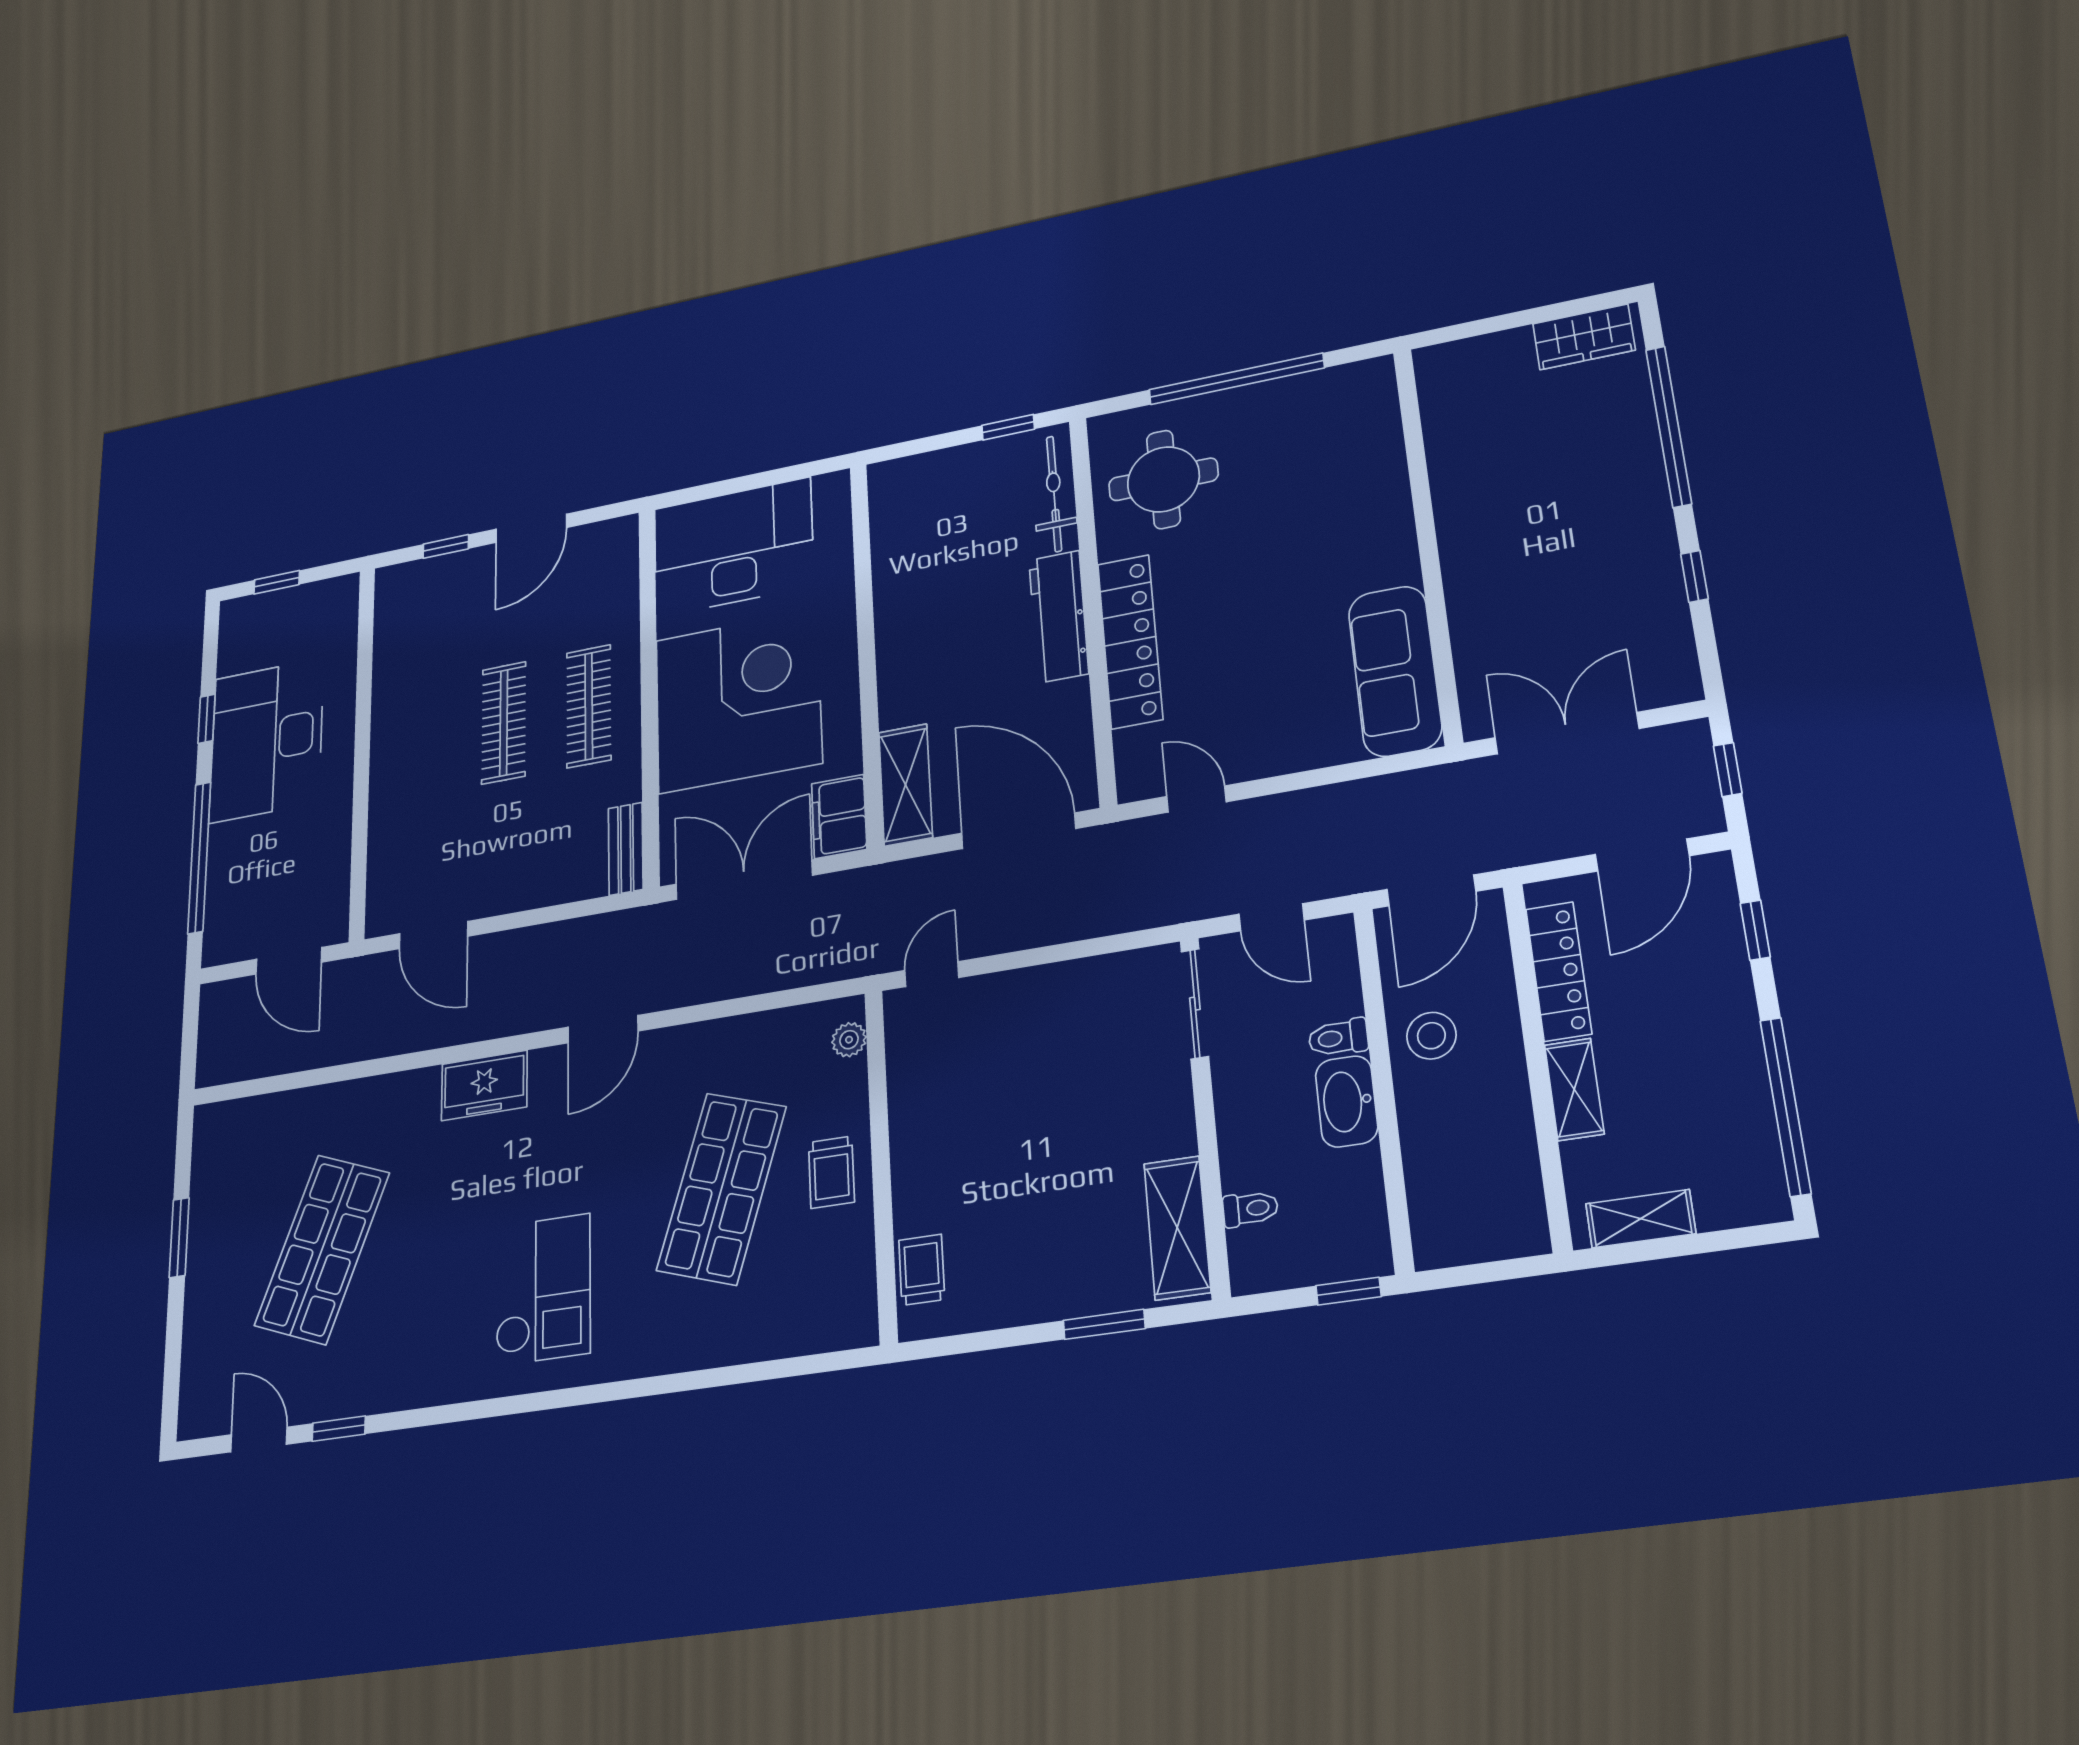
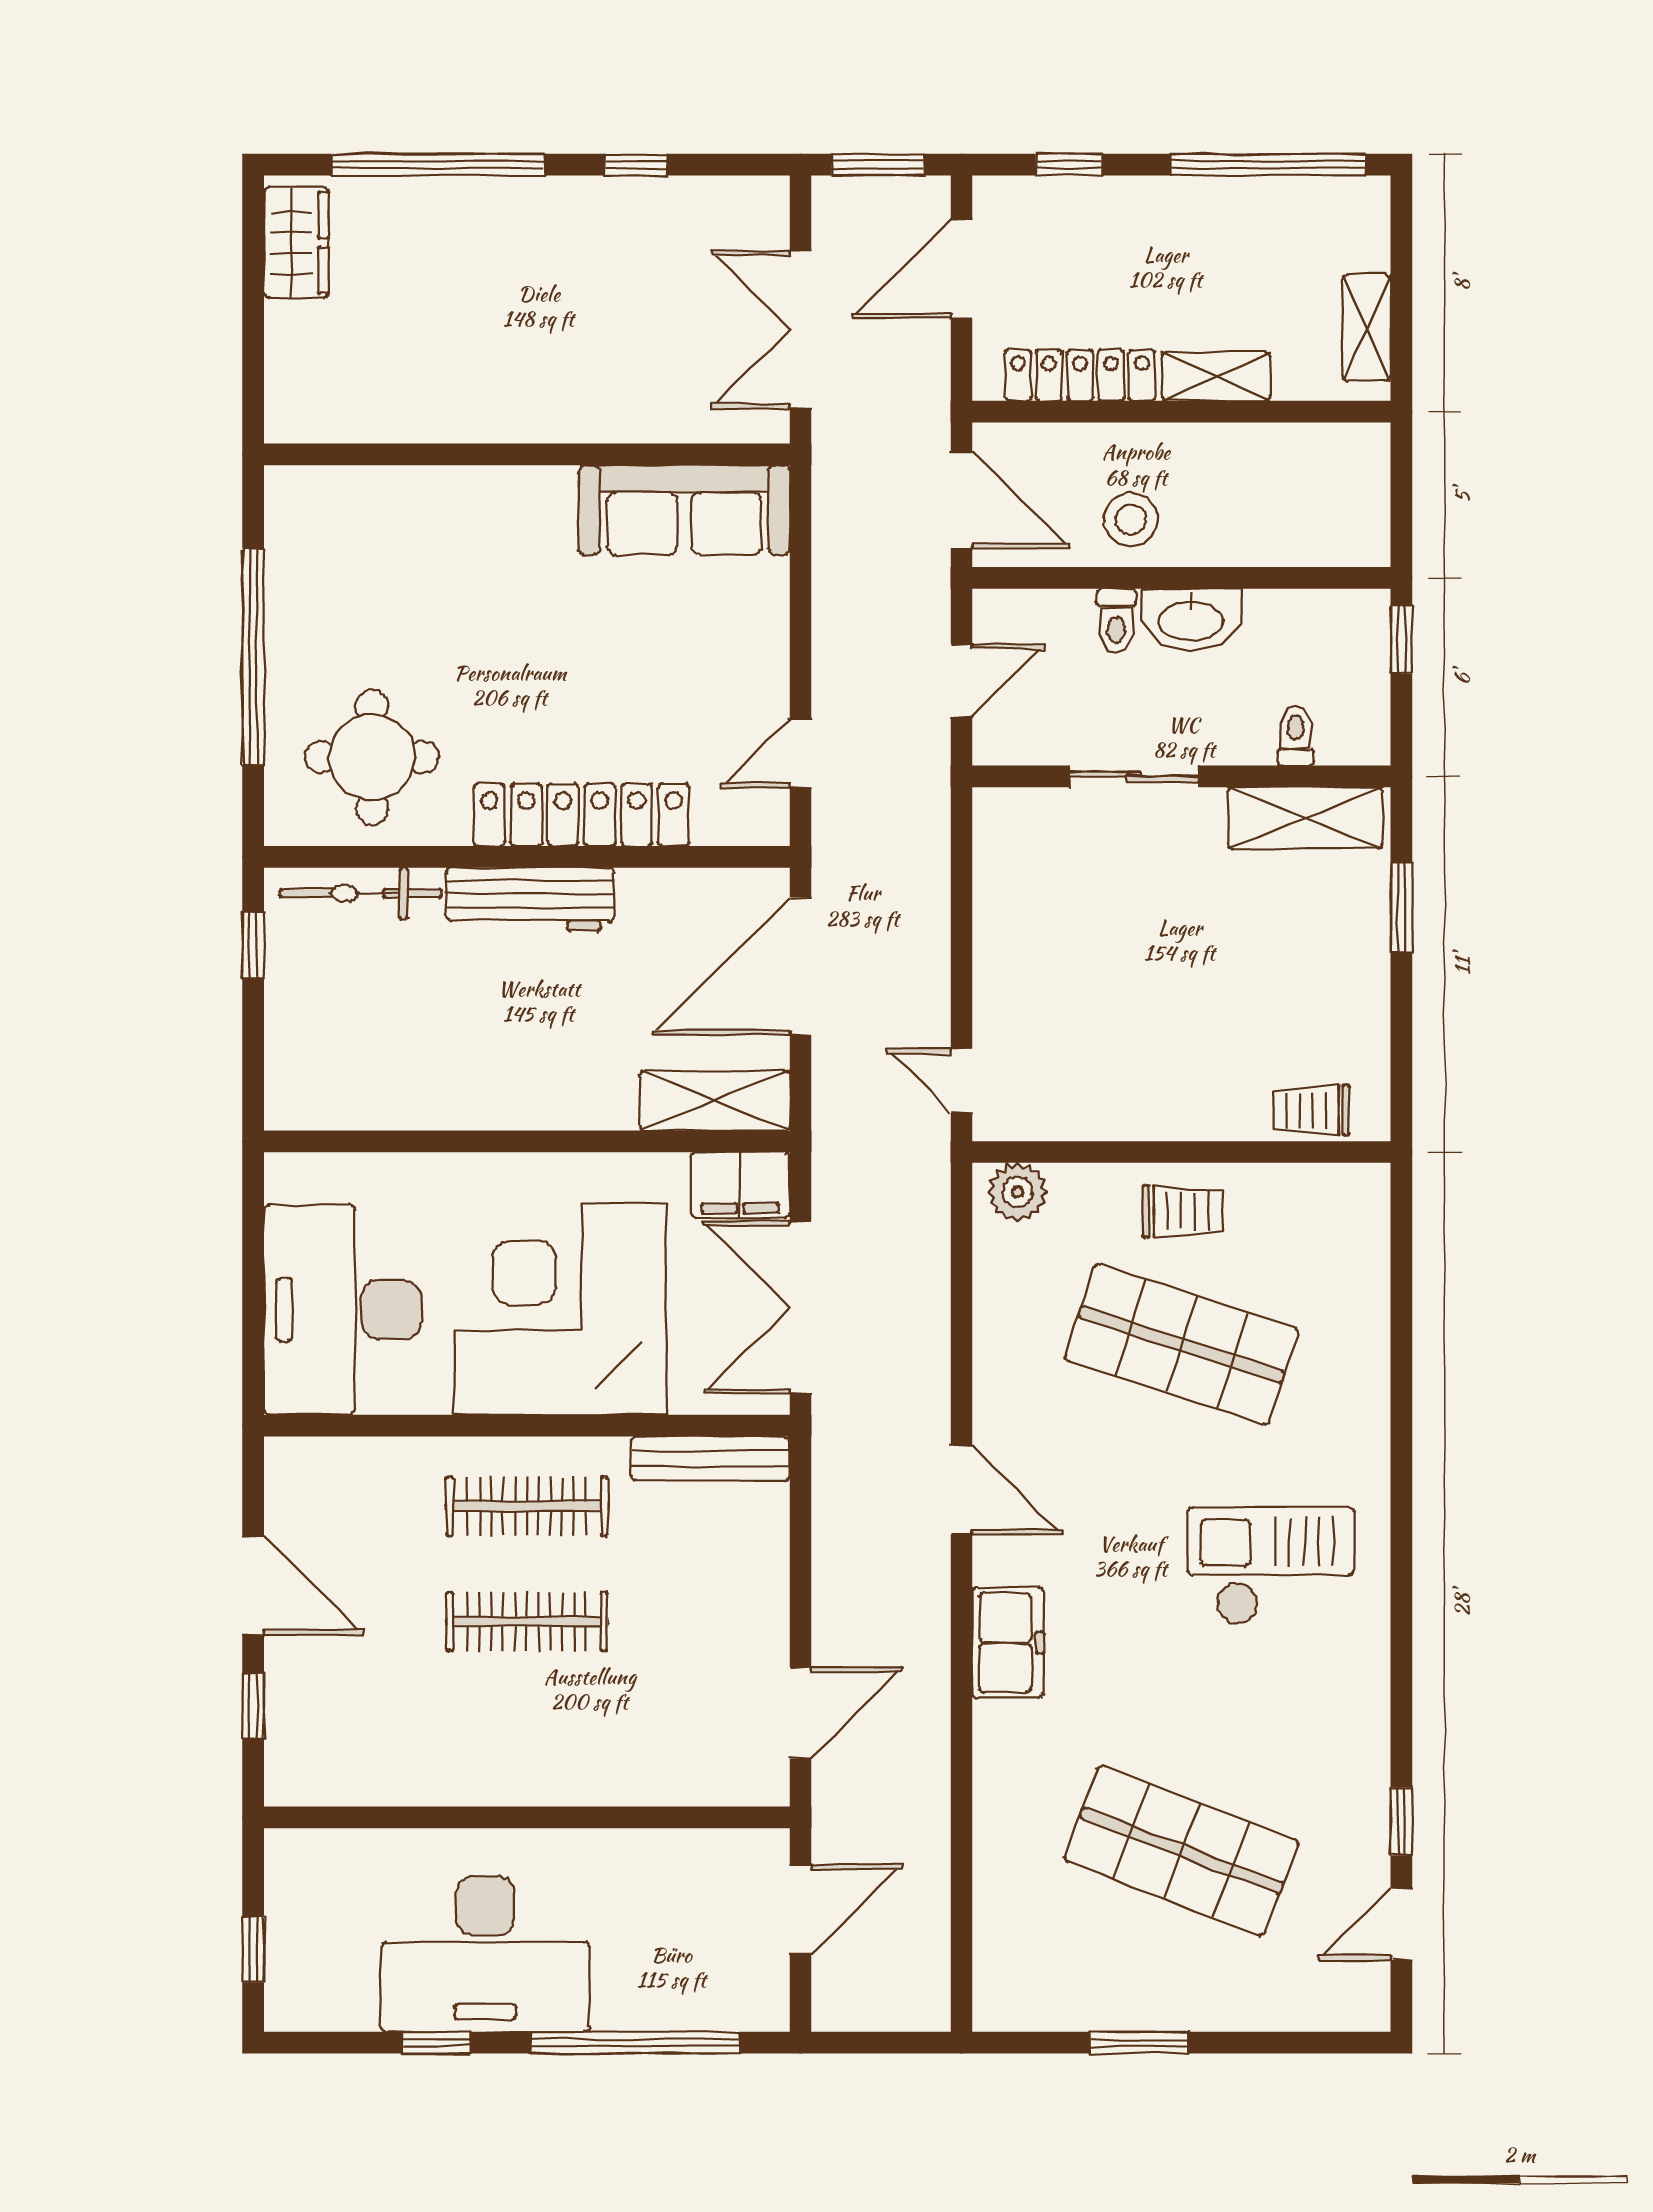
window: (1728, 770) -> (878, 165), width x1.50
bench: (626, 849) -> (710, 1459), width x1.36
door: (1642, 855) -> (961, 269), swing flipped
sliding door: (1195, 1004) -> (1134, 776), moved
plant: (849, 1040) -> (1018, 1192), width x1.38, depth x1.38

